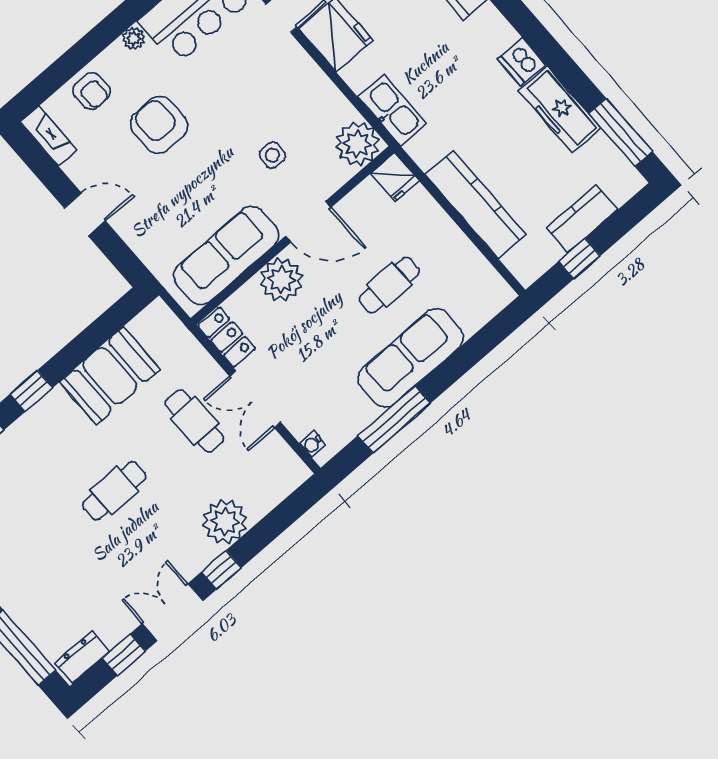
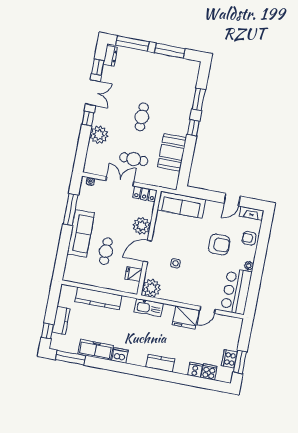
fridge: (395, 177) -> (133, 274), moved
door: (85, 214) -> (232, 200), moved
sofa: (226, 255) -> (181, 205), moved, turned 90
window: (579, 258) -> (47, 331), moved

